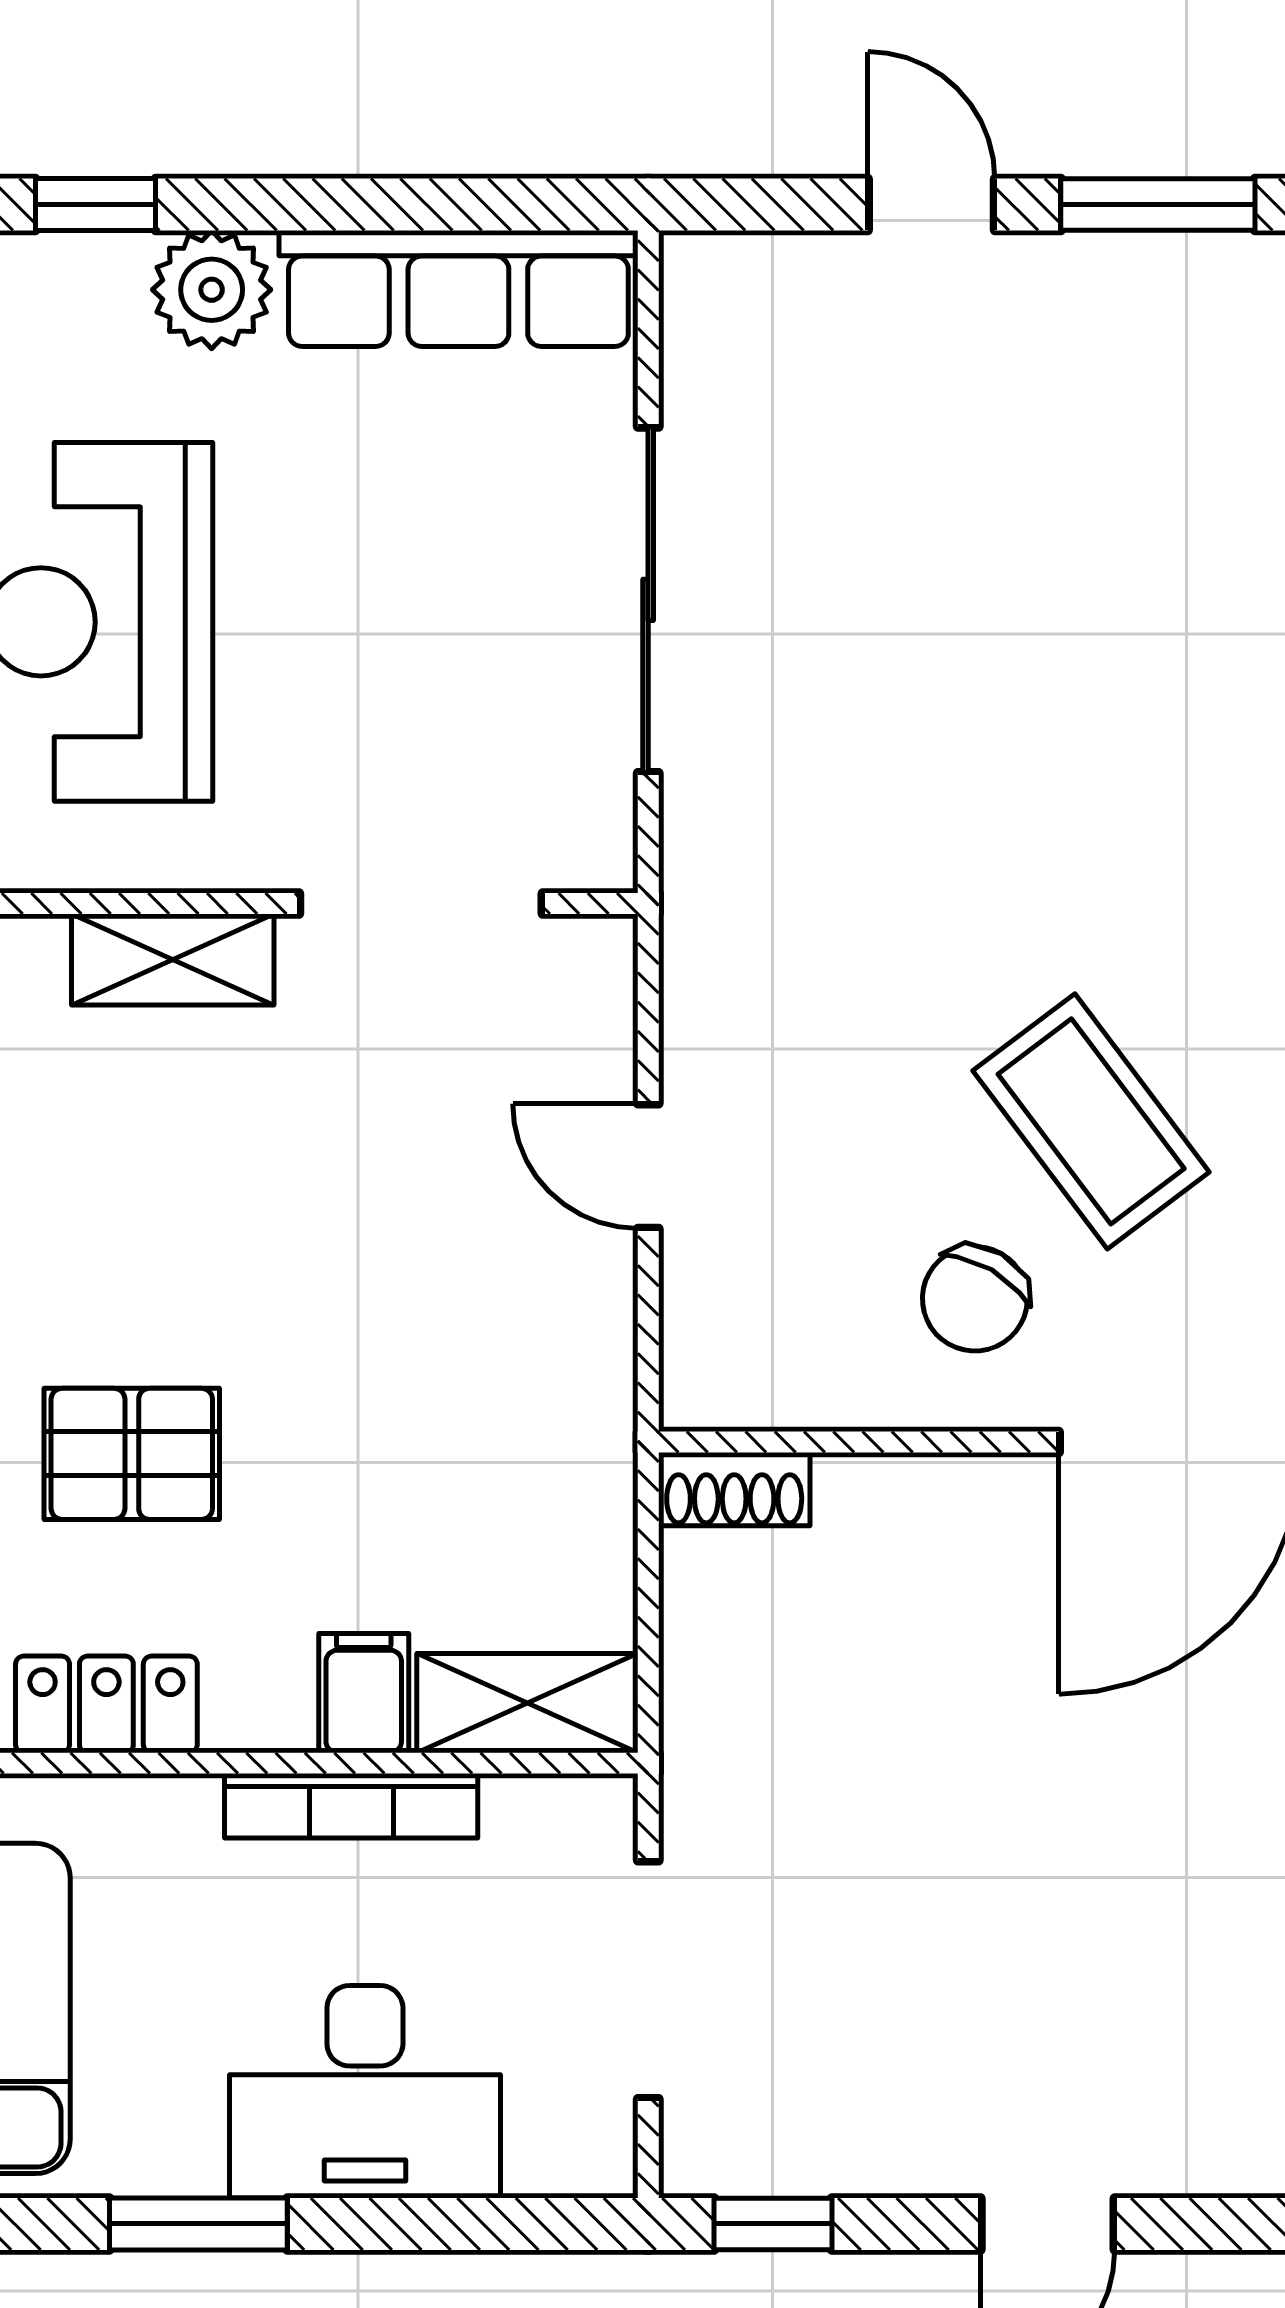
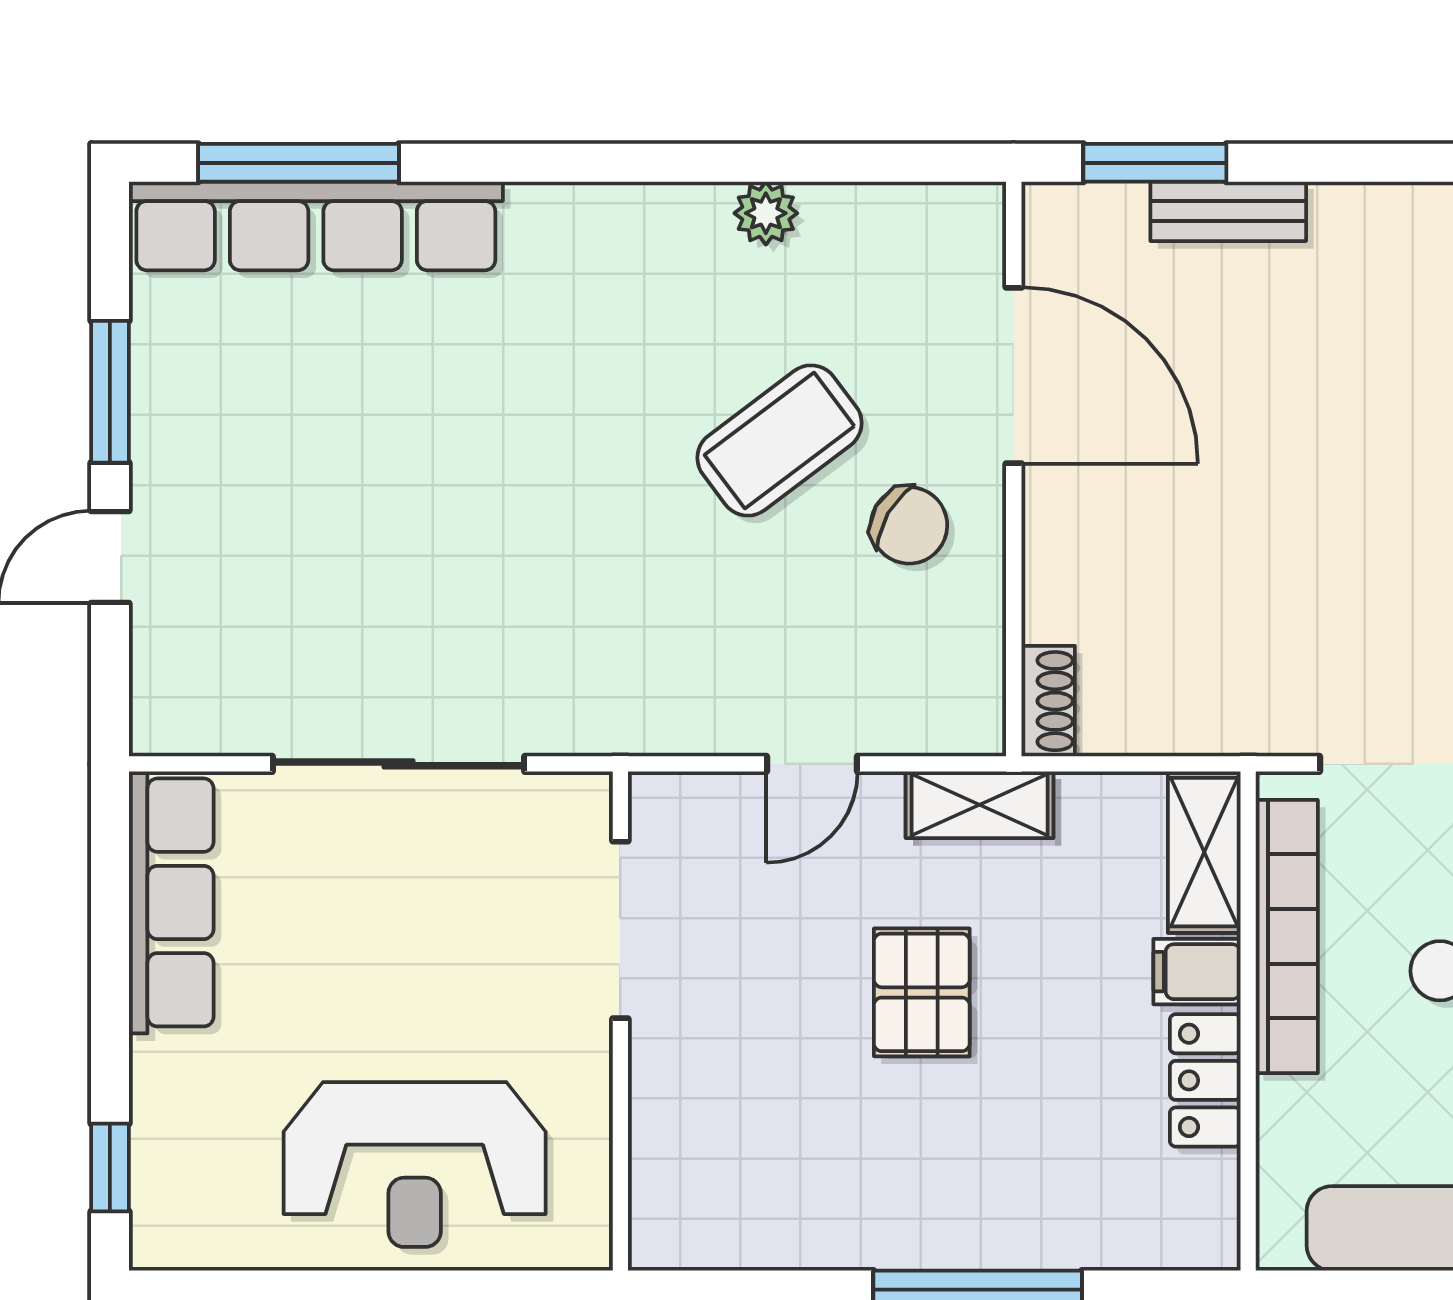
plant: (212, 290) -> (172, 1083), removed
shelving: (173, 959) -> (980, 805), moved, turned 90
pallet: (132, 1454) -> (922, 992), moved
locker: (106, 1704) -> (1205, 1080), moved
bookcase: (351, 1806) -> (1287, 936), width x1.48, depth x1.31

